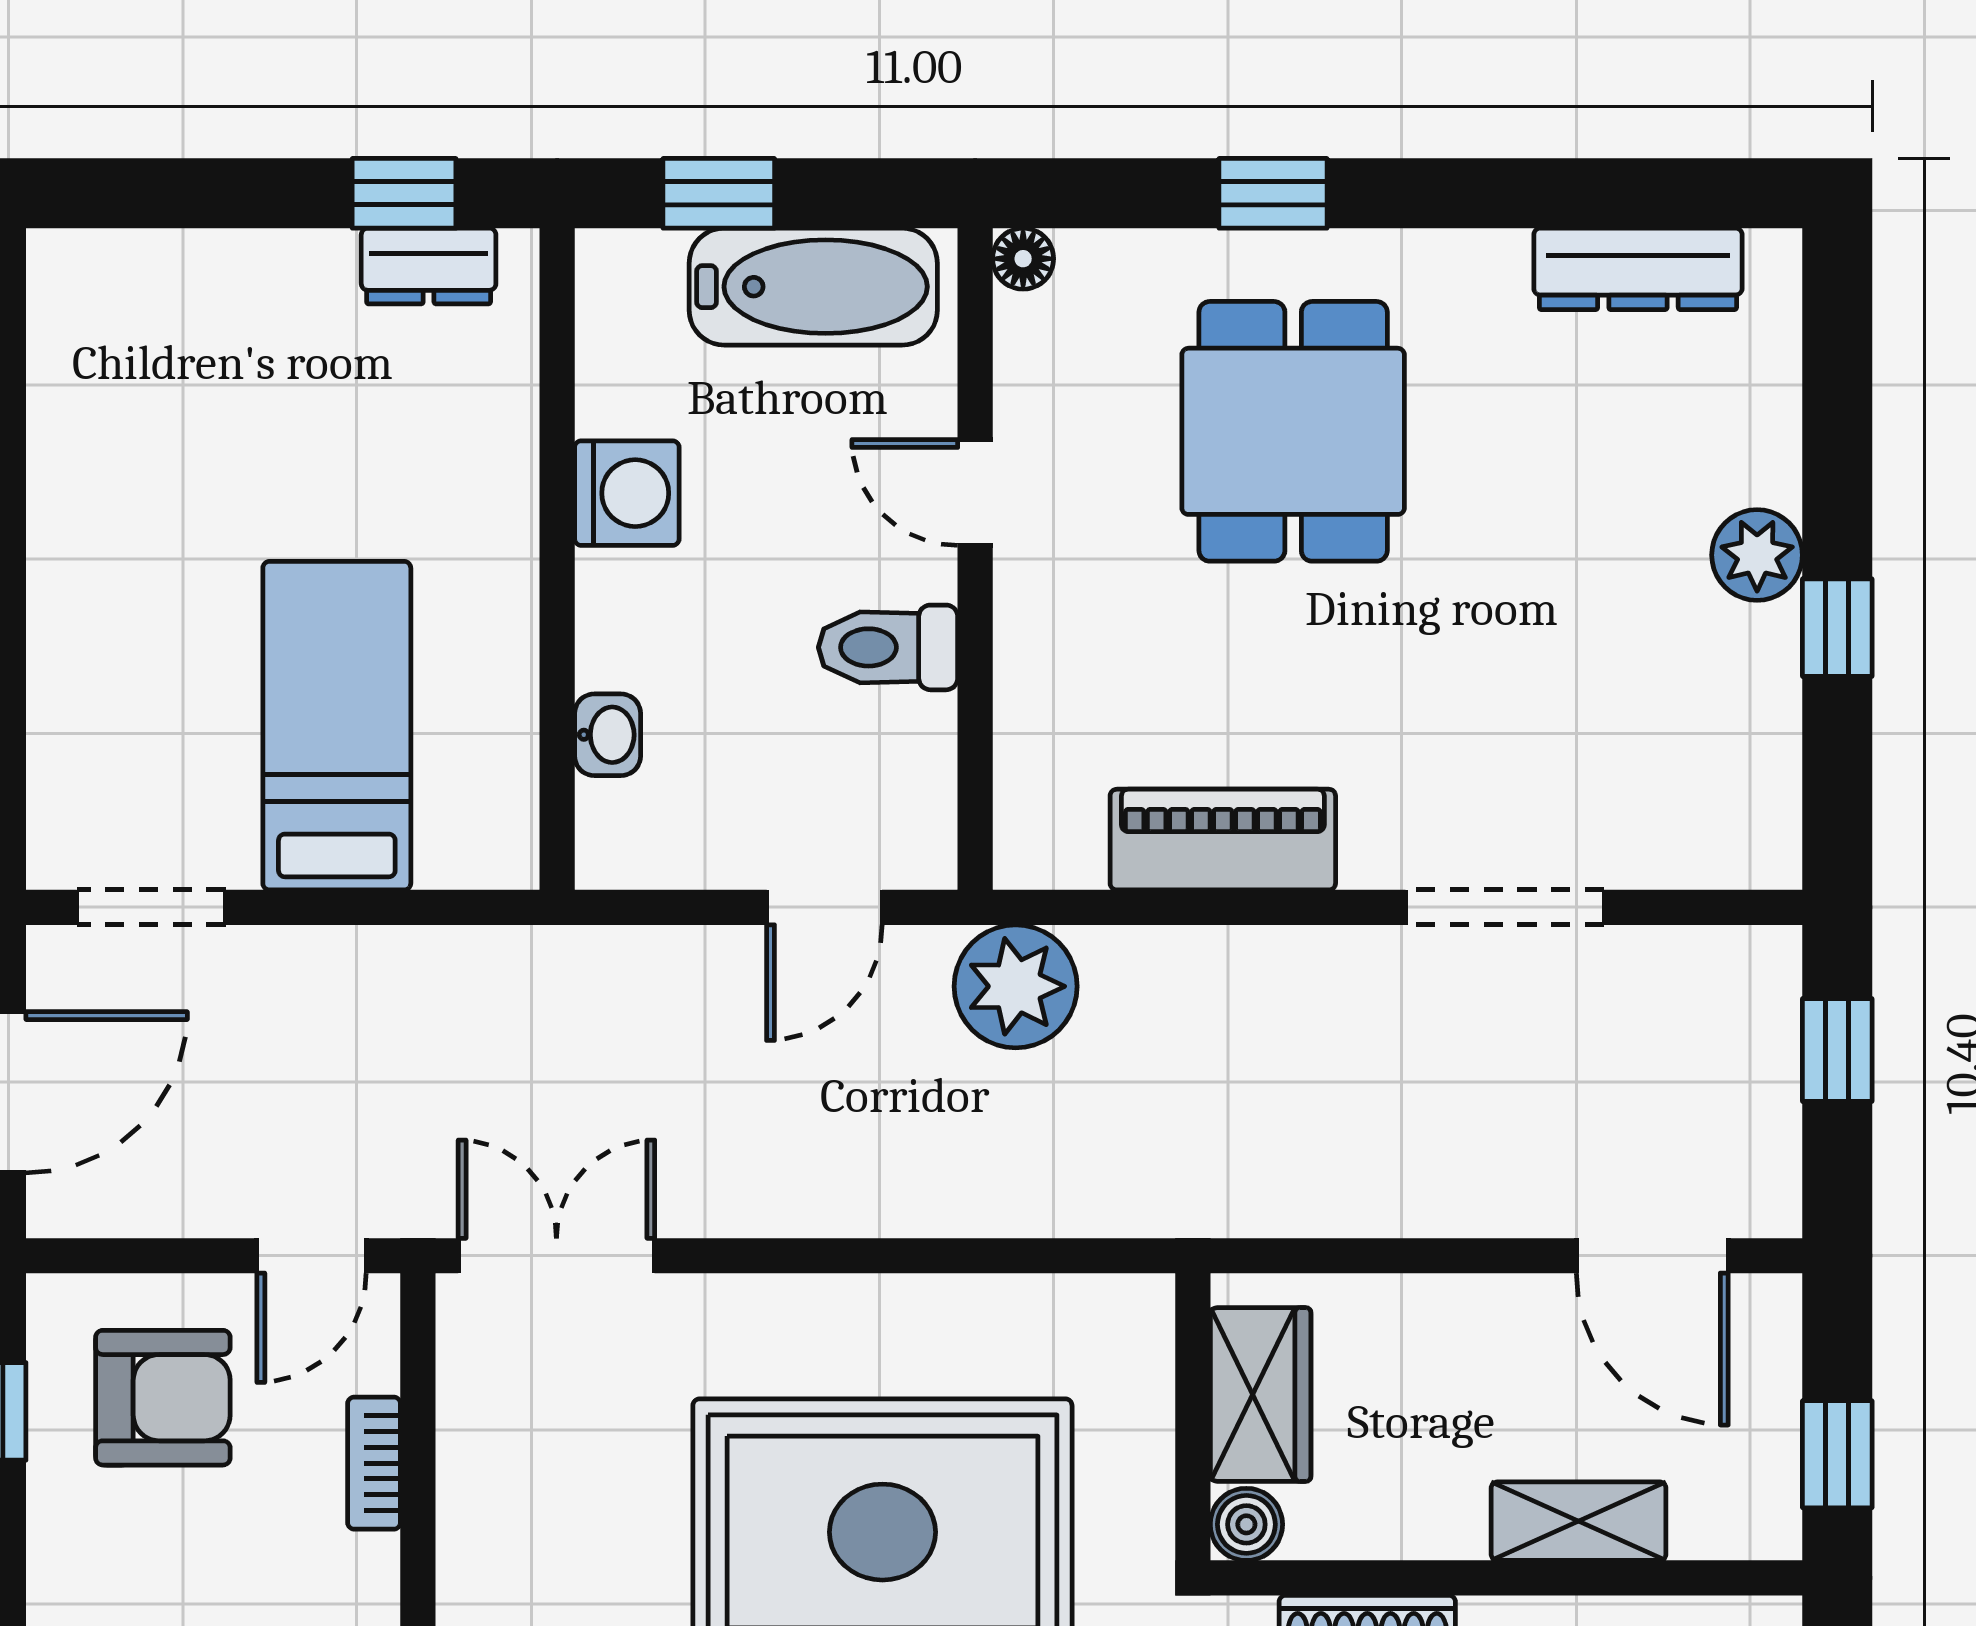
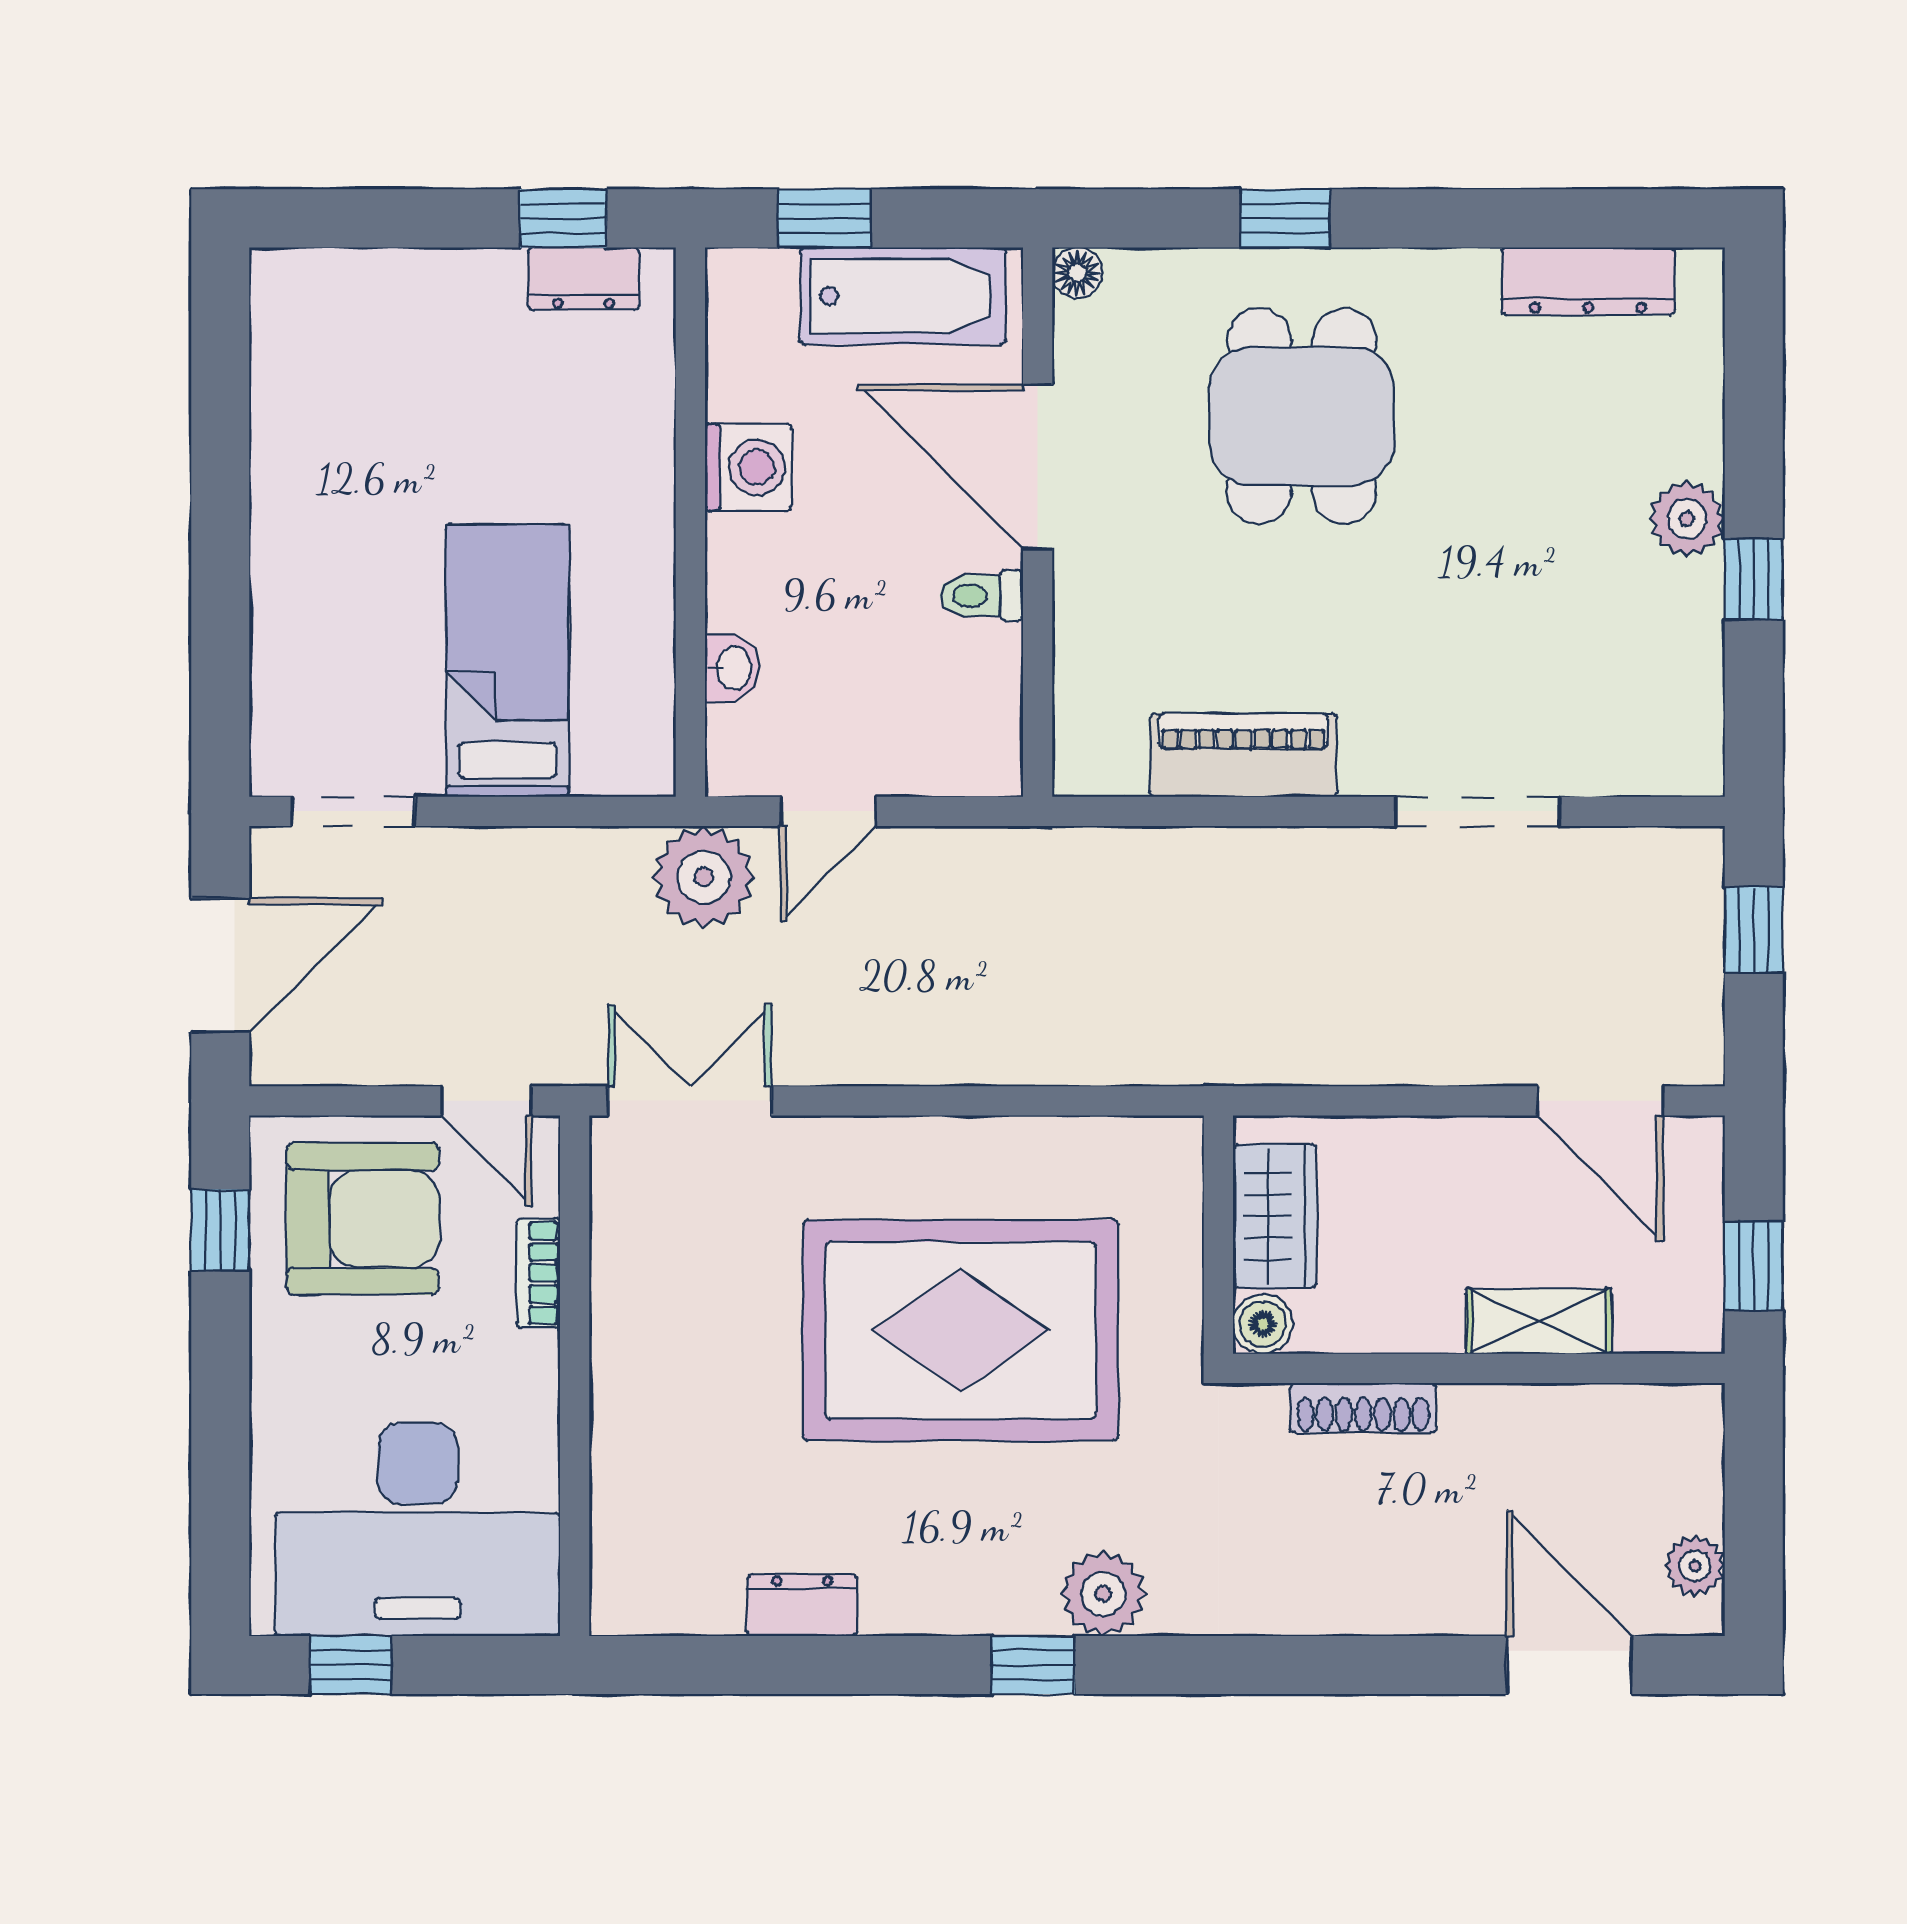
door: (975, 492) -> (1038, 467), width x1.88
toilet: (888, 647) -> (981, 596), width x0.73, depth x0.72
door: (824, 907) -> (828, 811), moved
plant: (1016, 986) -> (704, 877), moved
door: (312, 1256) -> (486, 1101), hinge flipped
armchair: (163, 1398) -> (363, 1219), width x1.36, depth x1.36

